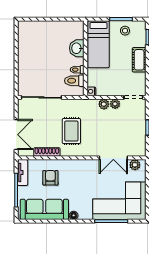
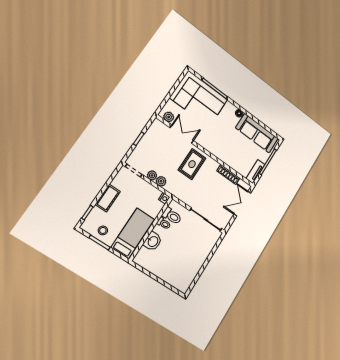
rug: (71, 131) -> (192, 164), moved
armchair: (50, 178) -> (238, 153), removed

